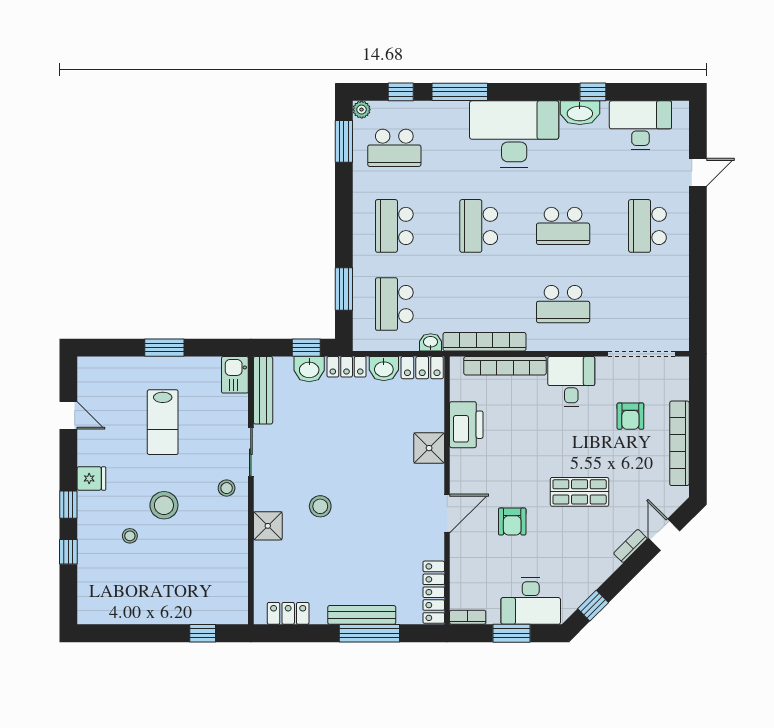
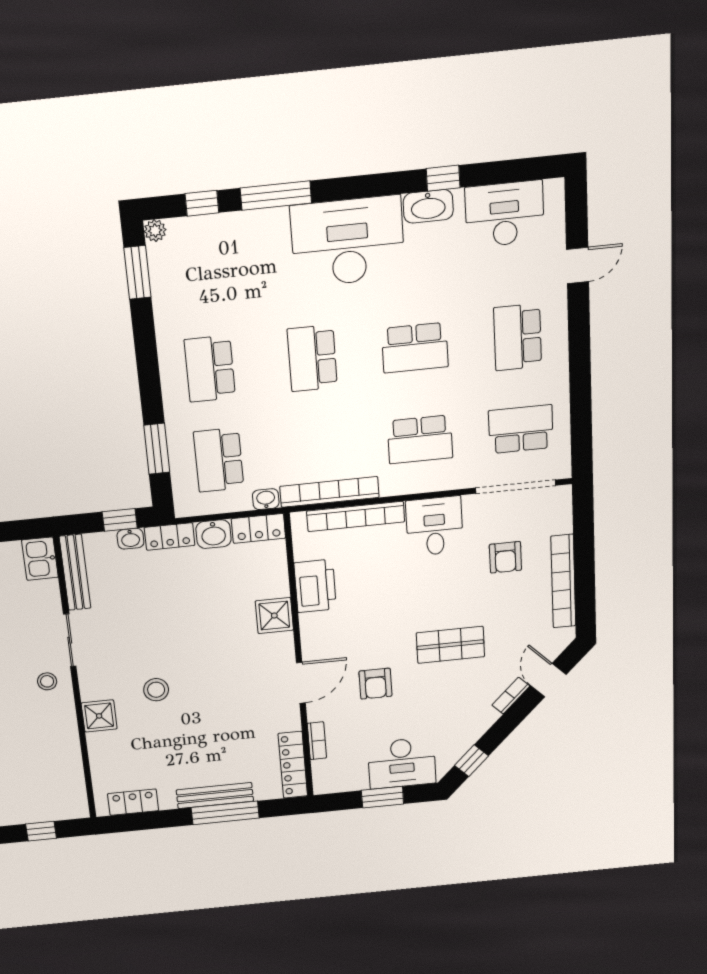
school desk: (394, 148) -> (521, 429), moved, turned 180
washbasin: (309, 369) -> (130, 539), width x0.72, depth x0.69
bookcase: (468, 617) -> (317, 741), moved, turned 90

